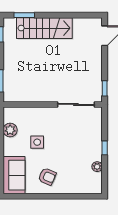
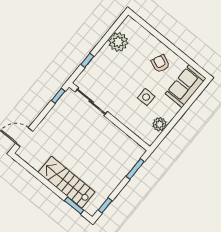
window: (105, 148) -> (87, 60), moved
plant: (97, 167) -> (118, 42), width x1.87, depth x1.87

